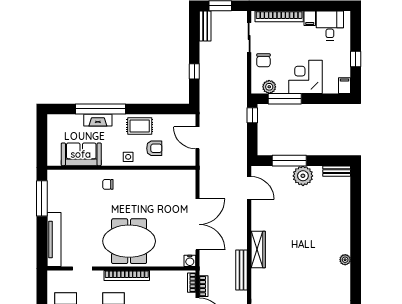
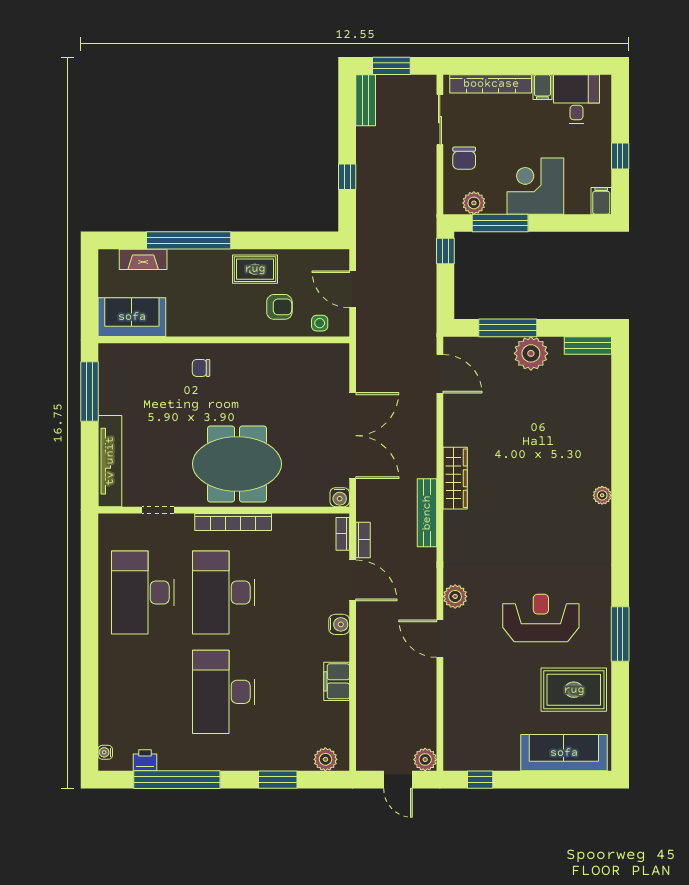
fireplace: (98, 120) -> (143, 259), moved
sofa: (81, 154) -> (132, 317), moved
side table: (128, 157) -> (320, 323), moved

